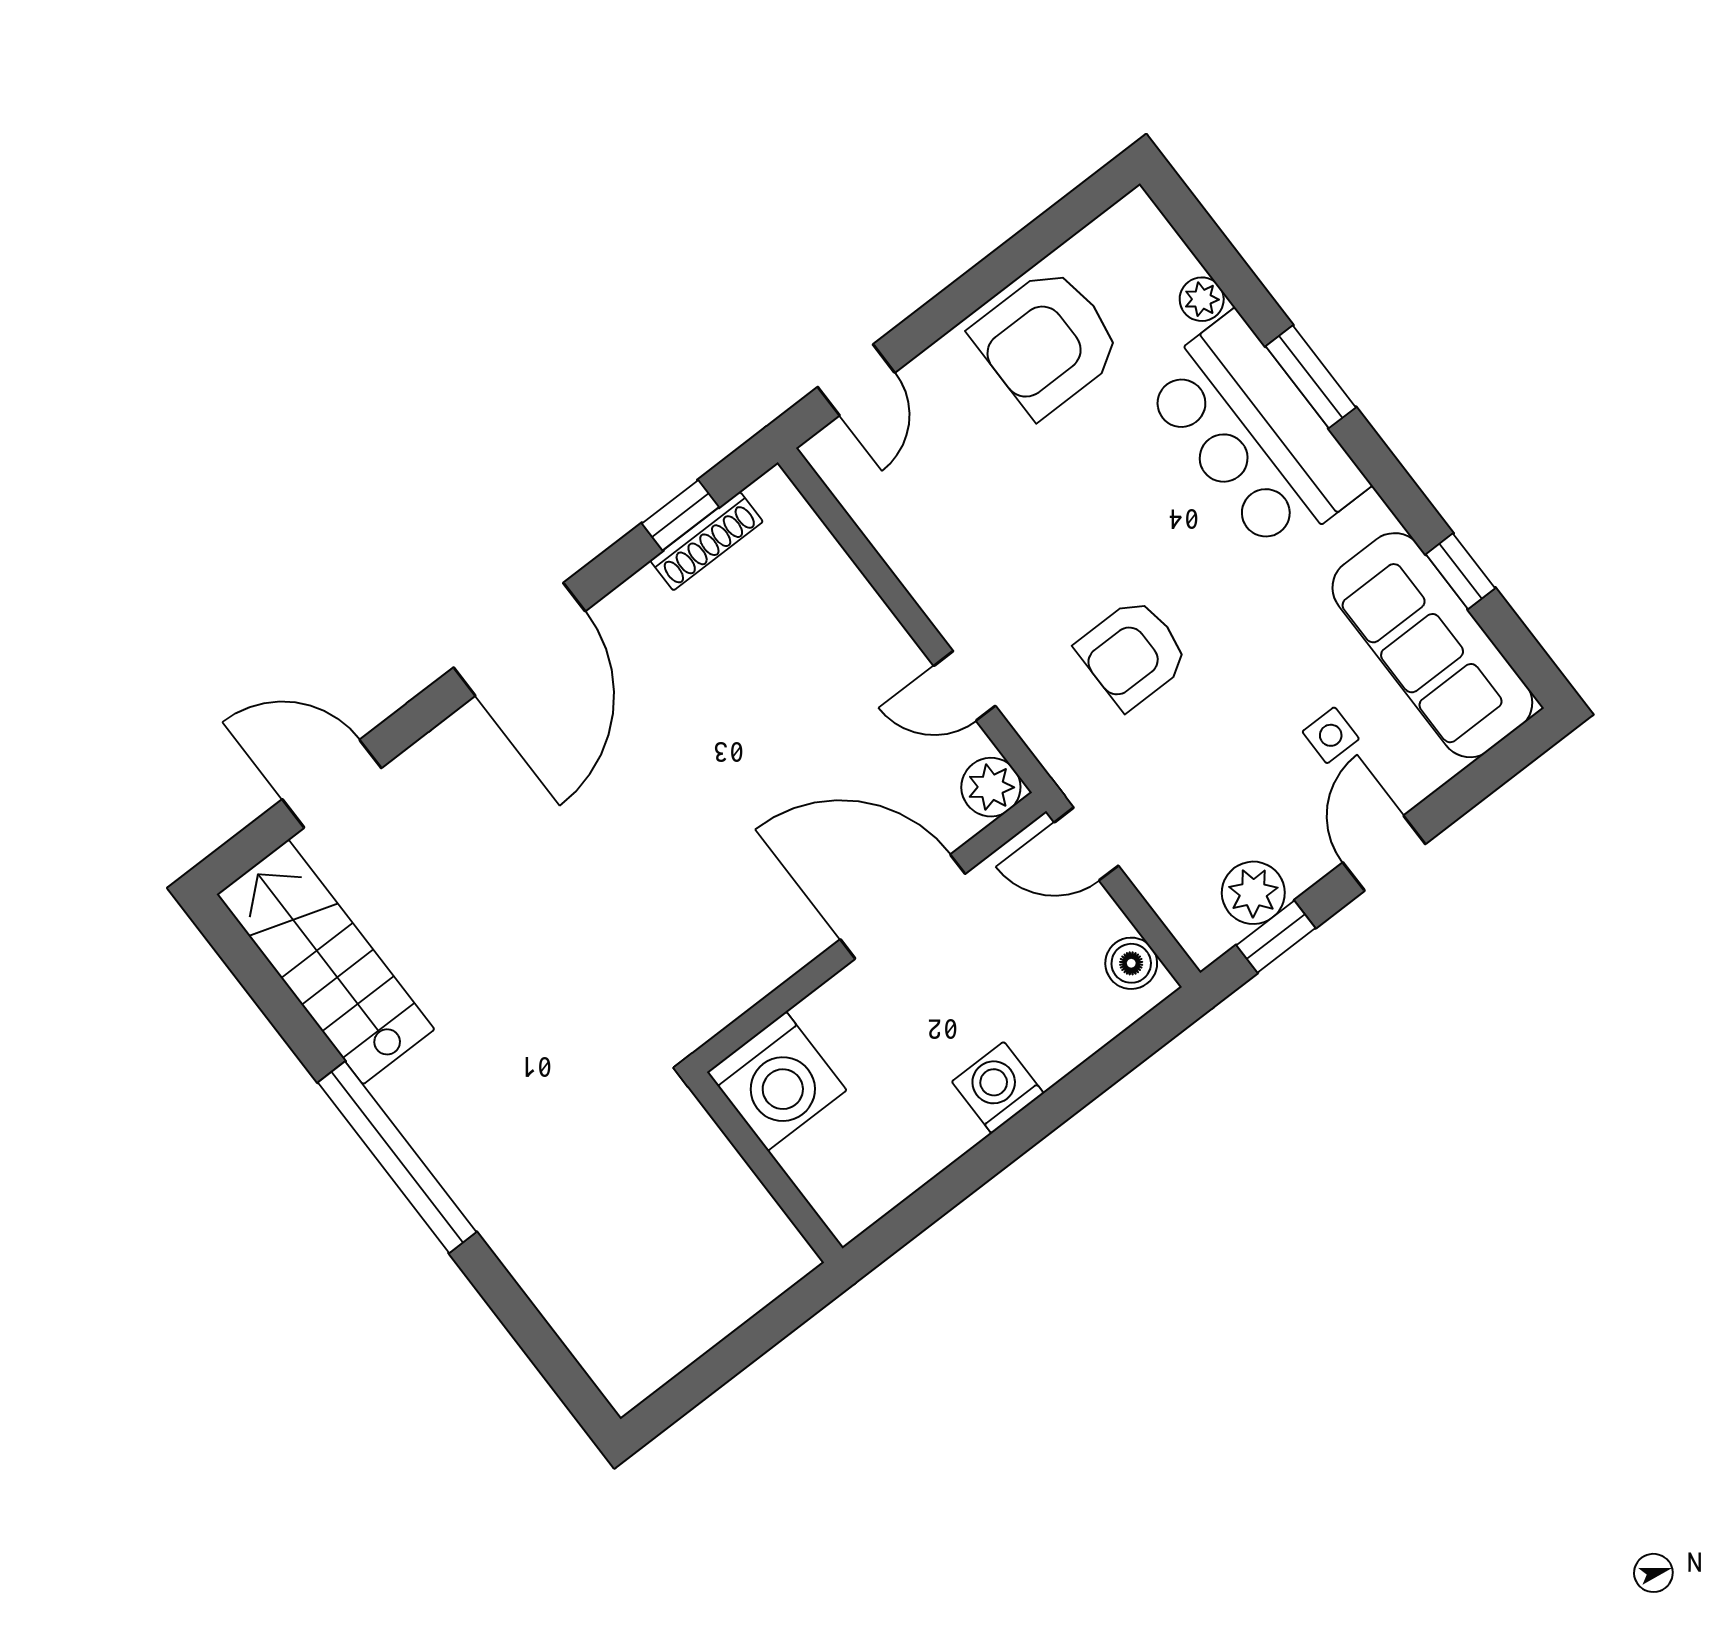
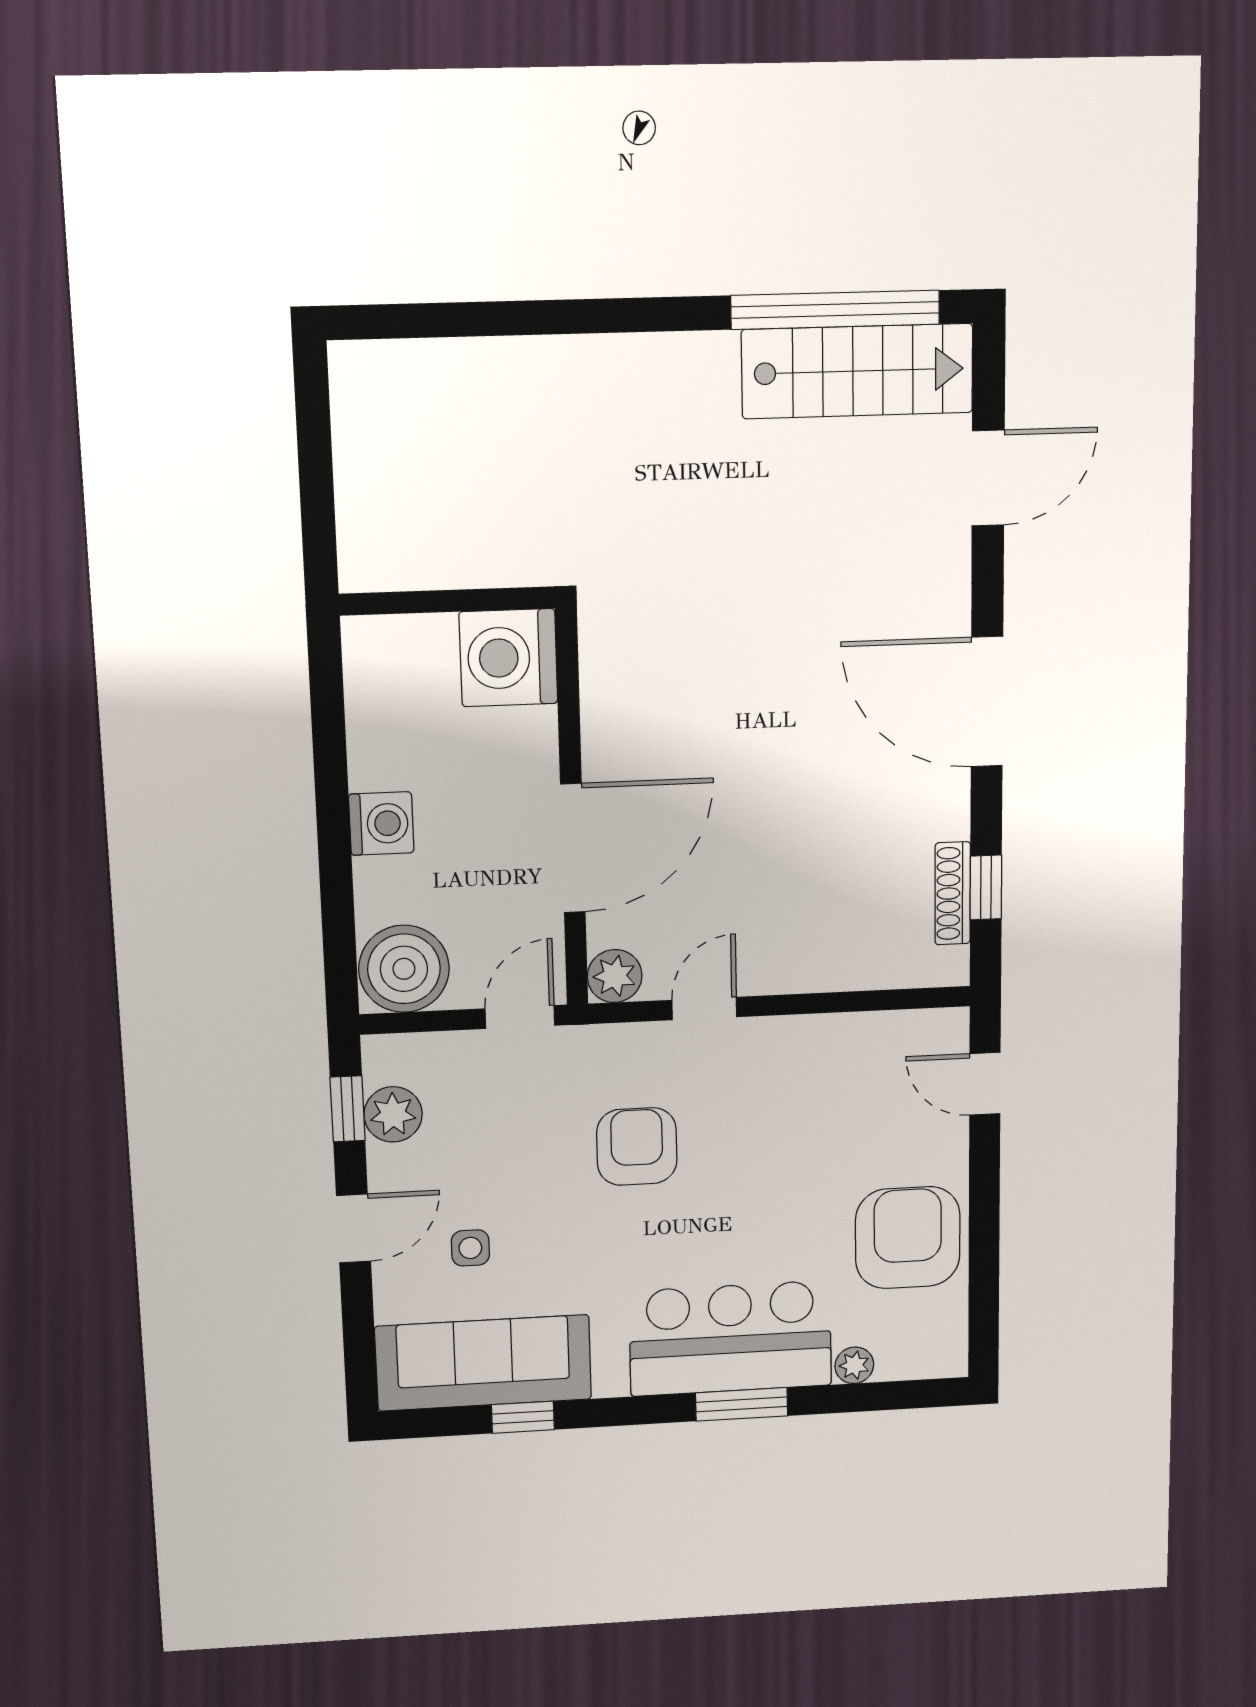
door: (1384, 853) -> (354, 1228), hinge flipped
boiler: (1131, 963) -> (404, 969), width x1.86, depth x1.86
window: (397, 1157) -> (835, 310), moved

